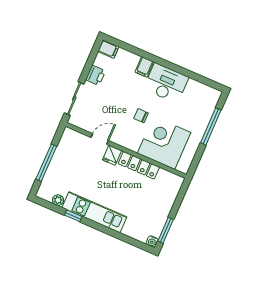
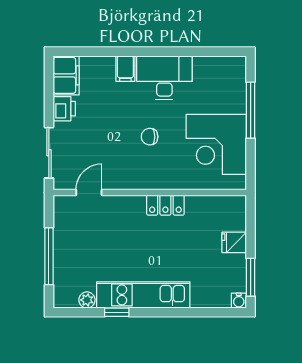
filing cabinet: (108, 49) -> (66, 75), width x2.00
door: (100, 139) -> (89, 193), moved
corner desk: (164, 143) -> (216, 144), moved, turned -90
fridge: (112, 155) -> (234, 242), moved, turned 90
locker: (139, 165) -> (165, 205), width x0.66

